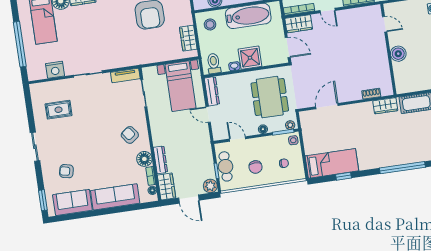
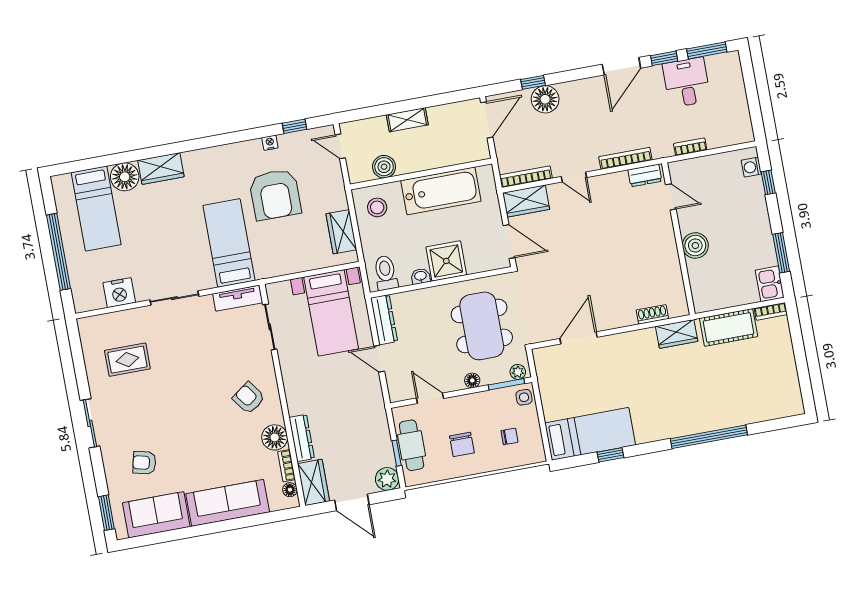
dresser: (370, 11) -> (645, 175), added
bed: (121, 43) -> (229, 243), added

